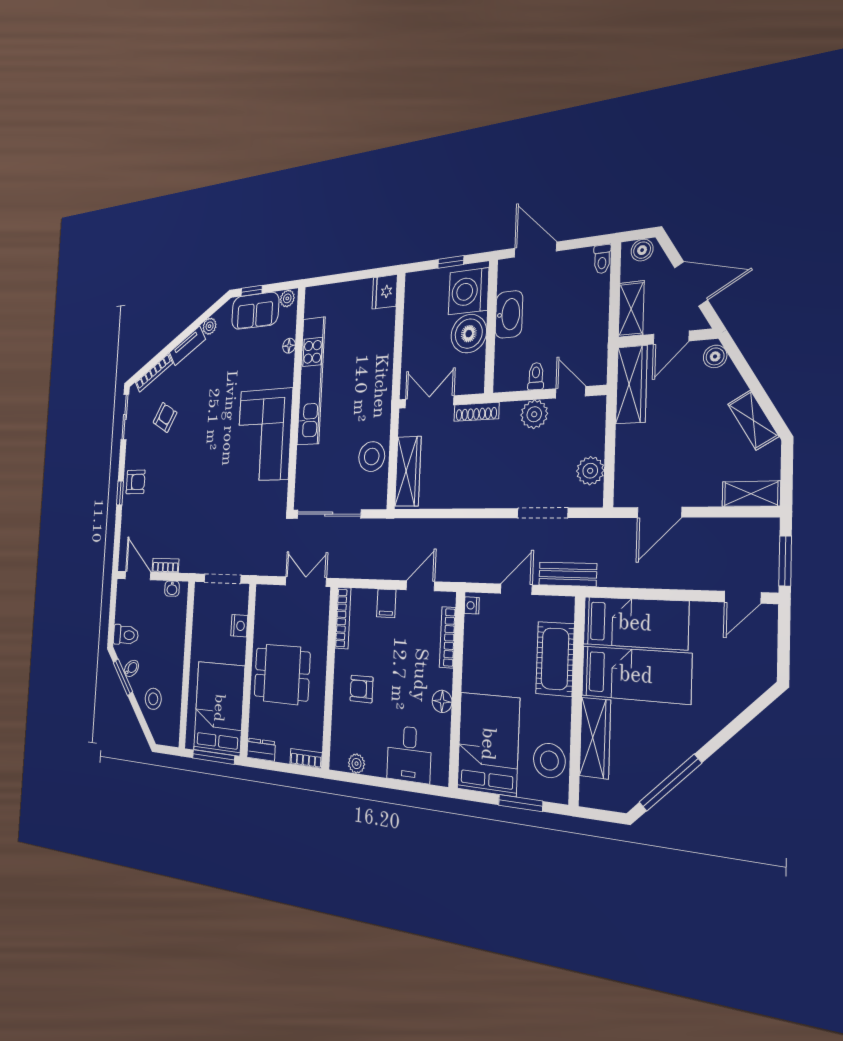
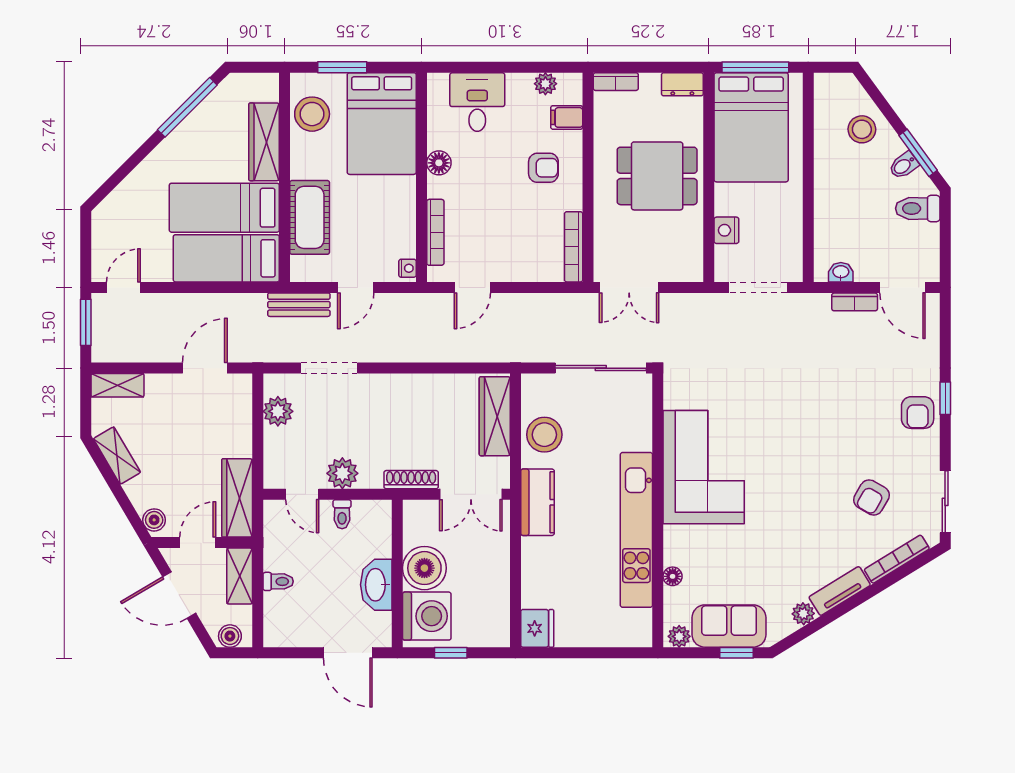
toilet: (602, 259) -> (278, 581), moved, turned 90
kitchen counter: (379, 399) -> (537, 502), added
armchair: (136, 482) -> (918, 413), turned -90
filing cabinet: (386, 603) -> (567, 117), moved, turned -90

